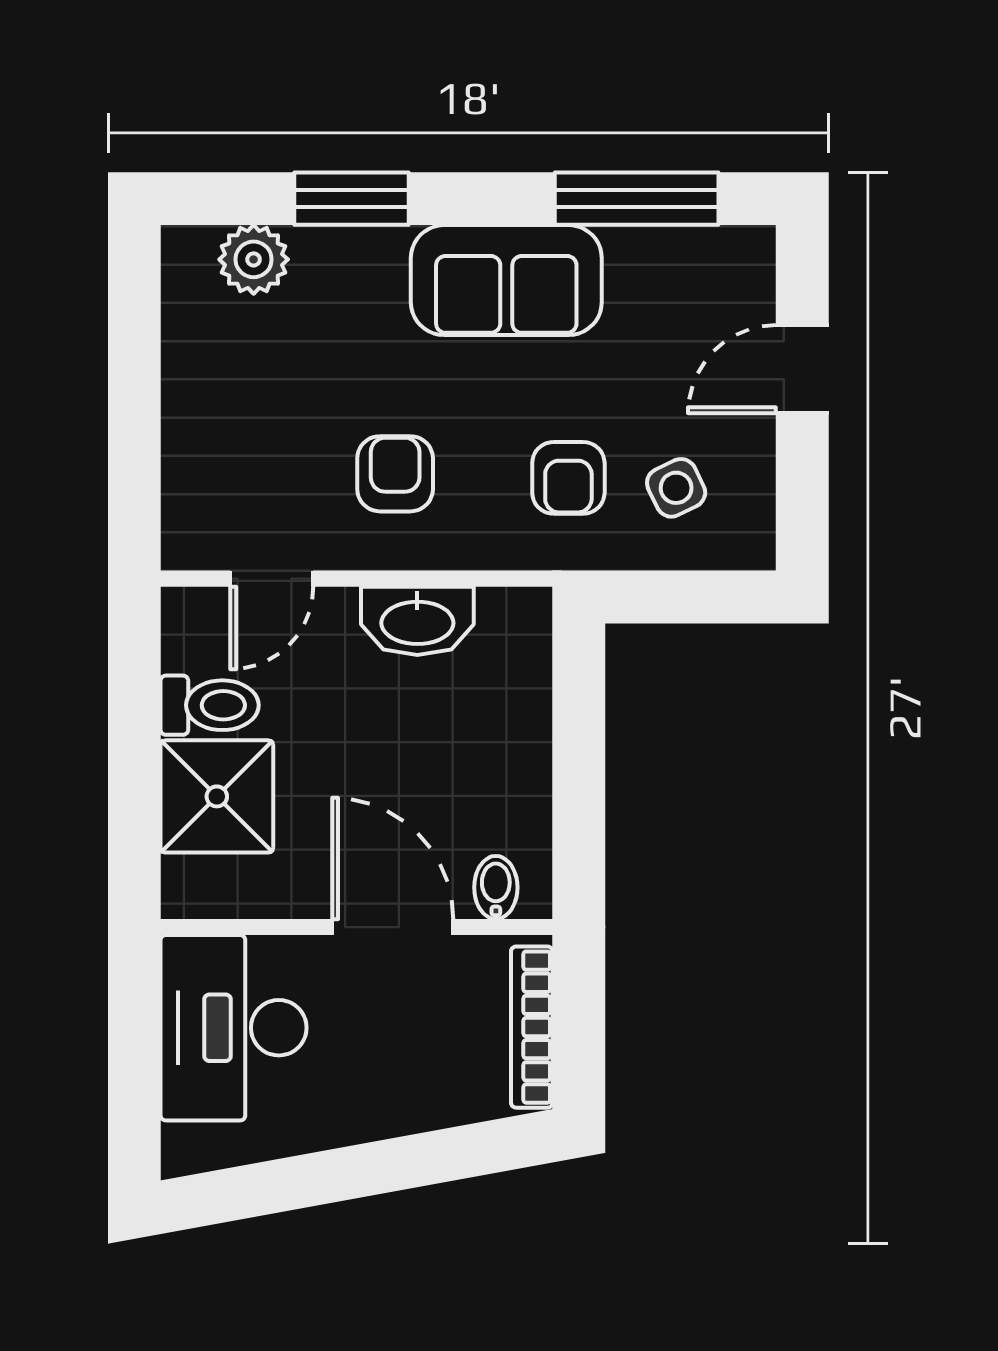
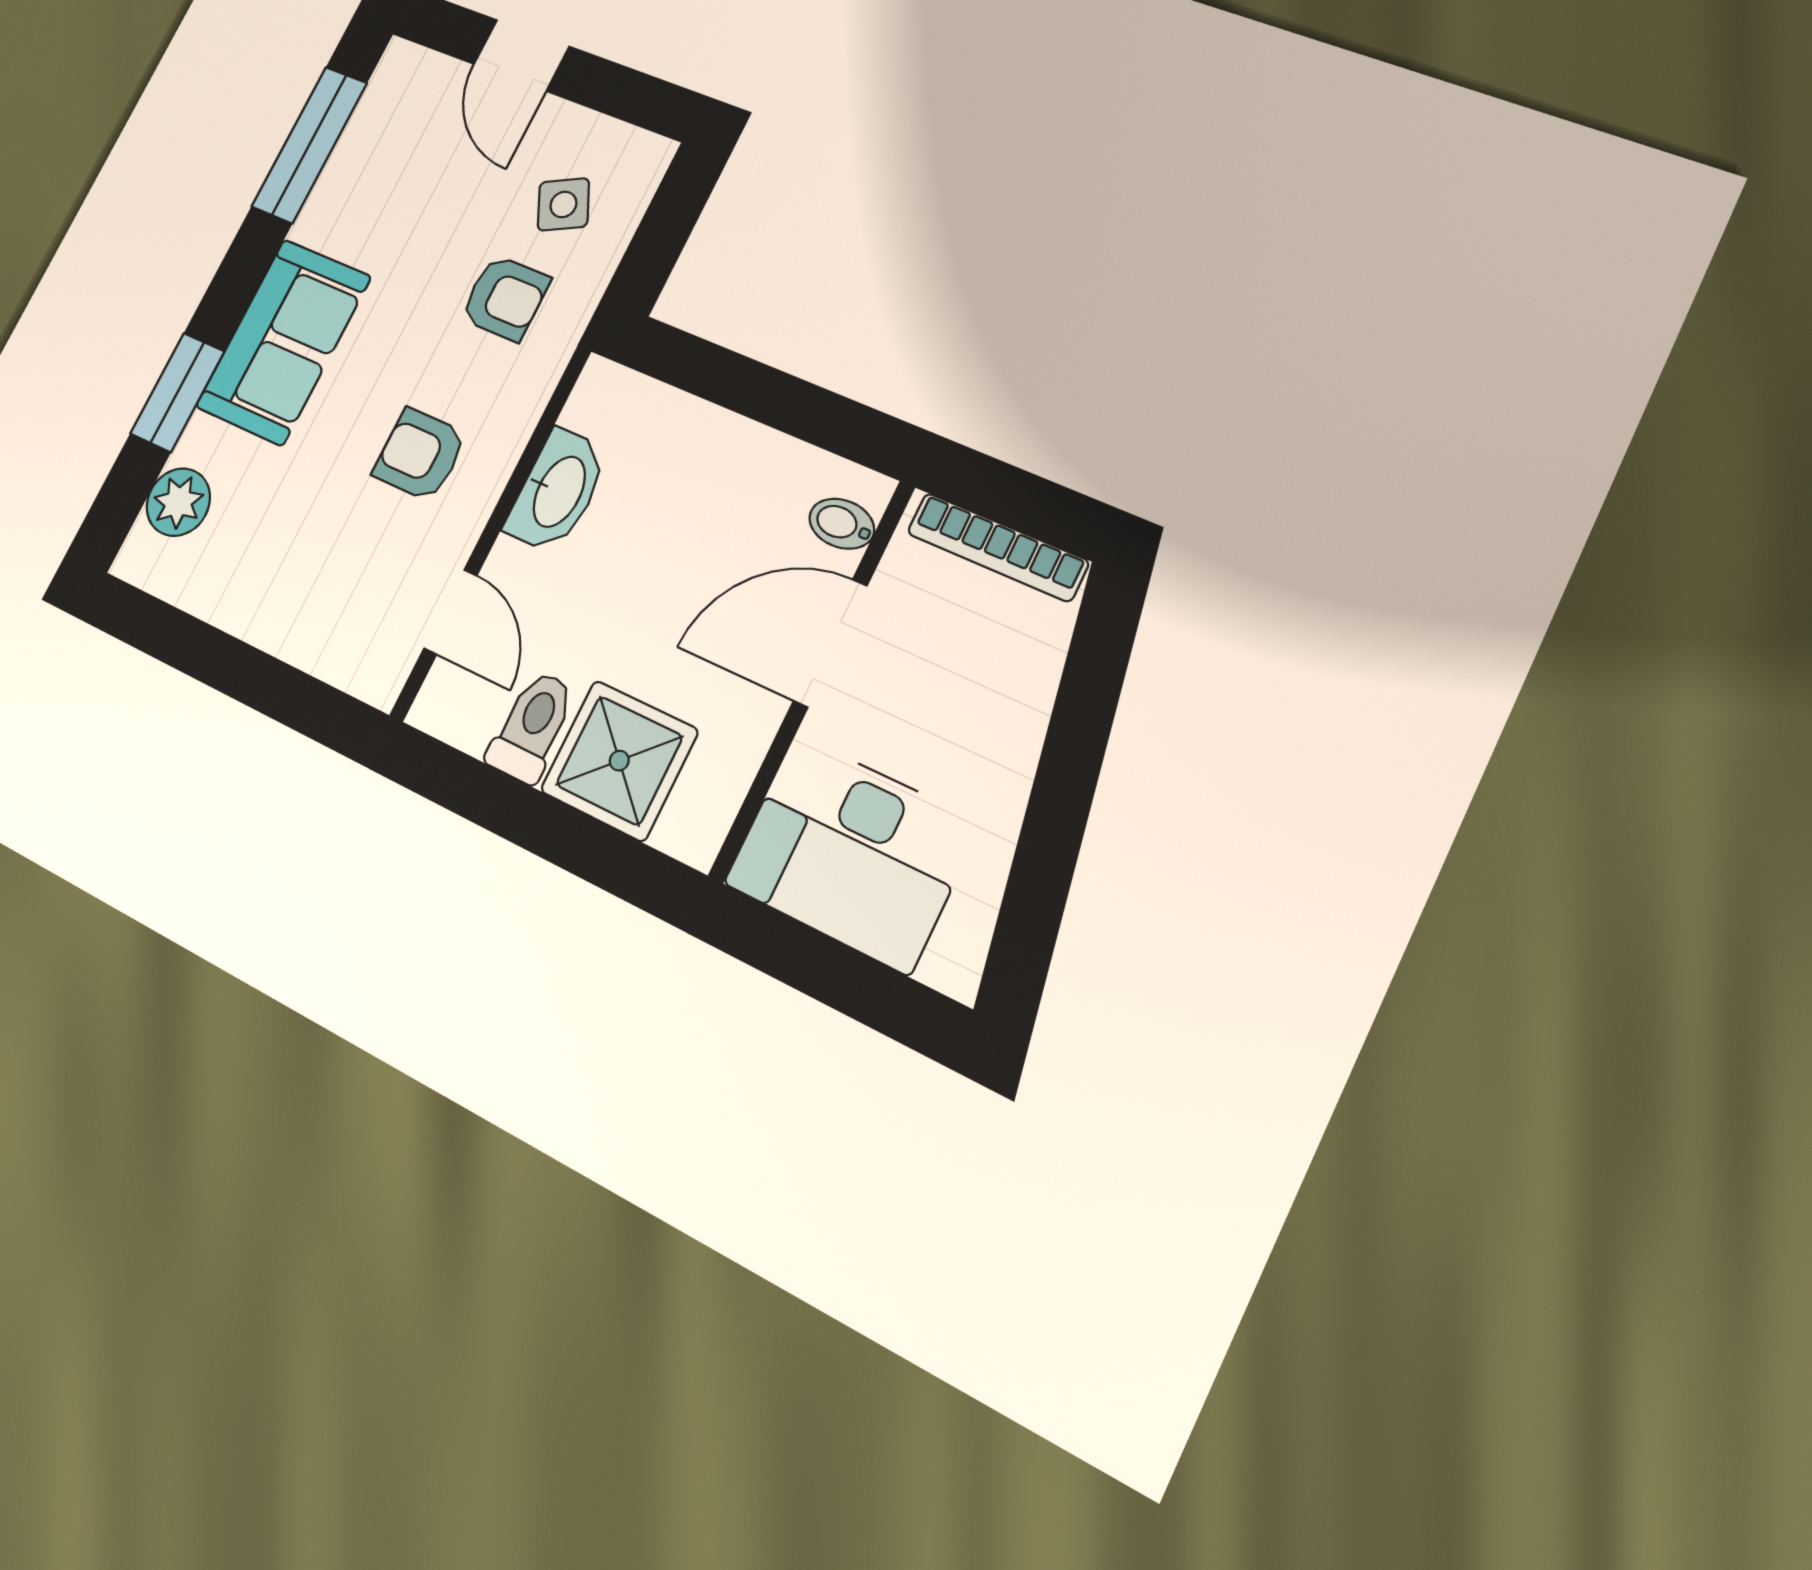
sofa: (506, 280) -> (283, 342), moved

